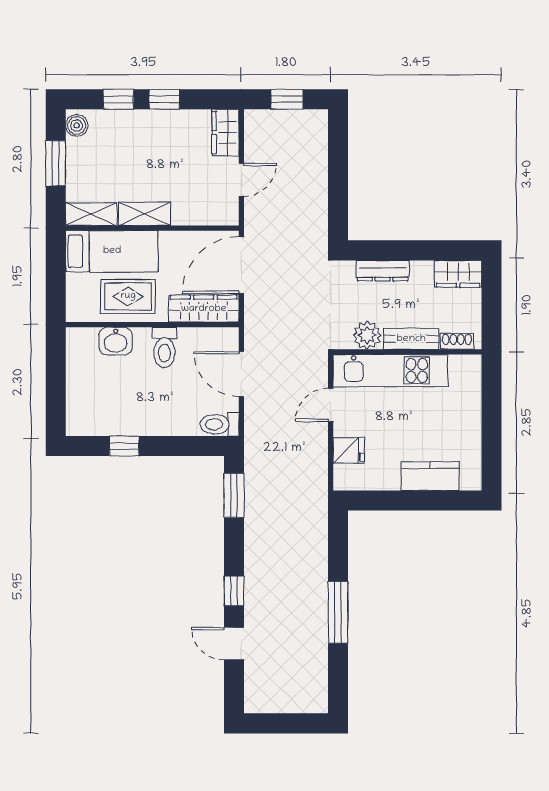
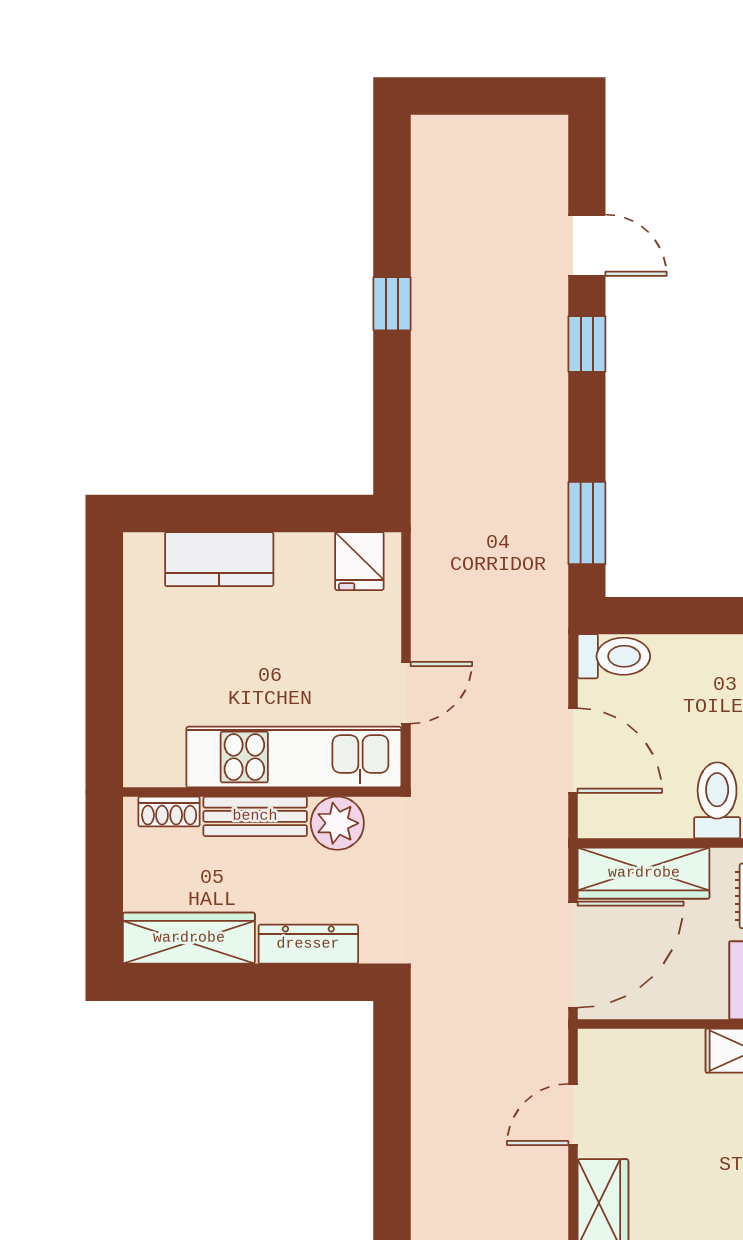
wardrobe: (458, 274) -> (189, 938), width x1.50
fridge: (348, 450) -> (359, 561), moved, turned -90
window: (338, 612) -> (392, 304), width x0.46

